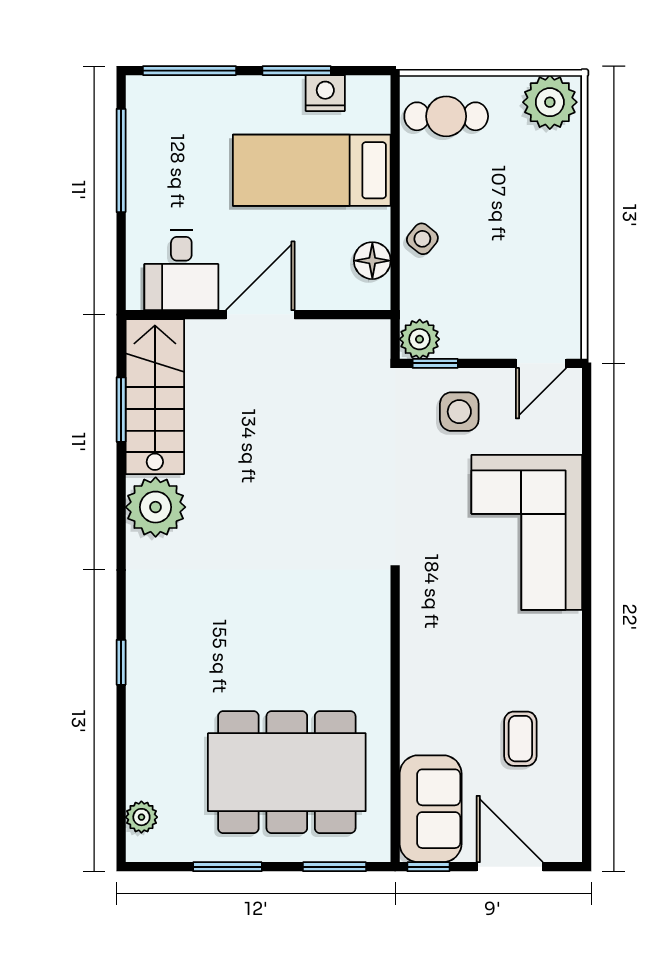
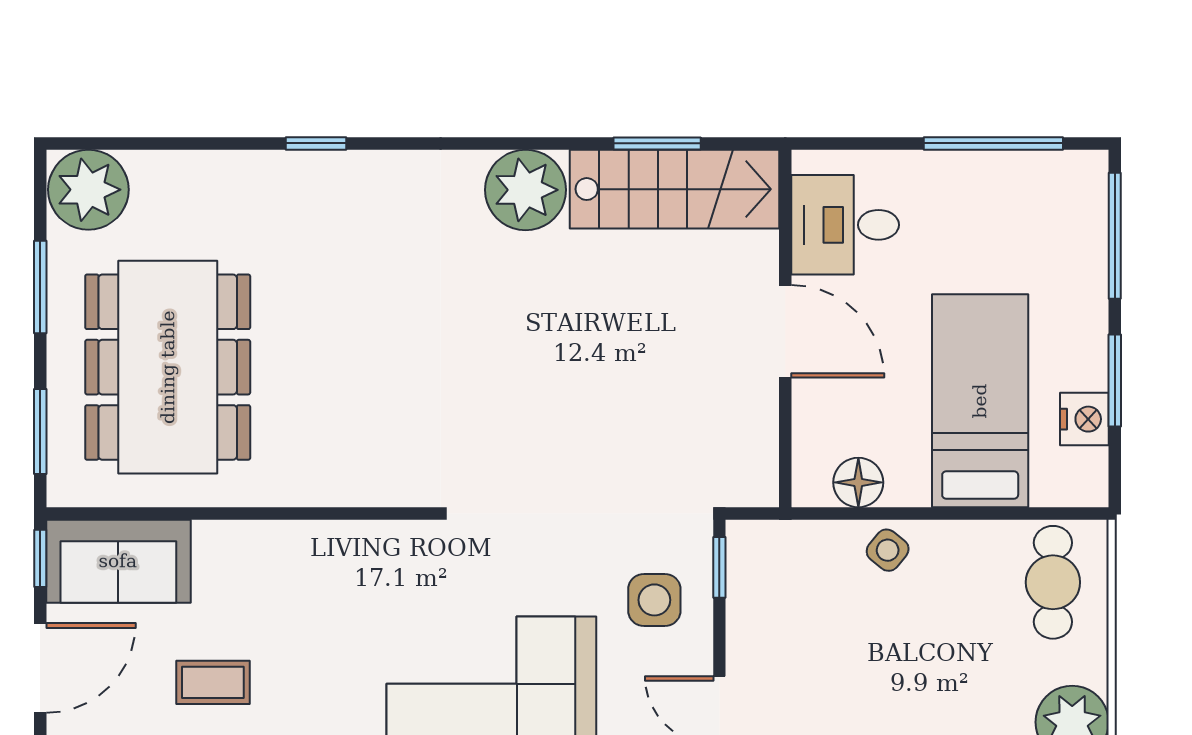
plant: (420, 339) -> (752, 546), removed
plant: (141, 817) -> (88, 190), width x1.88, depth x1.88

